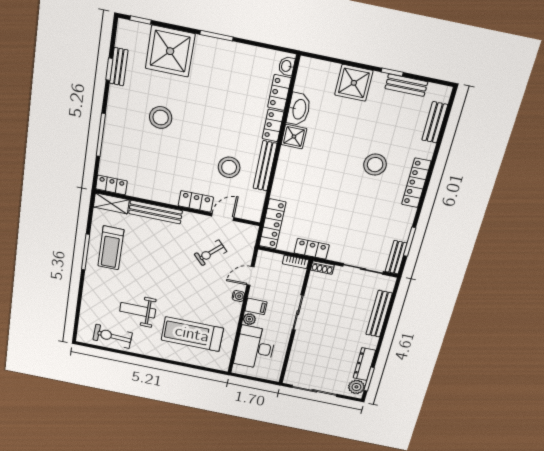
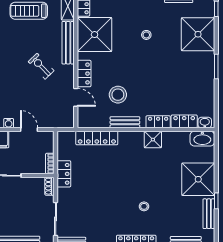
shower: (354, 83) -> (198, 179), width x1.37, depth x1.37
washbasin: (299, 109) -> (202, 139), moved
stool: (161, 118) -> (146, 35), width x0.53, depth x0.53
stool: (375, 165) -> (144, 206), width x0.53, depth x0.53
bench: (265, 166) -> (125, 122), width x0.73
shower: (150, 180) -> (95, 35), added
locker: (272, 224) -> (97, 138), moved
exercise bike: (210, 253) -> (41, 66), moved

